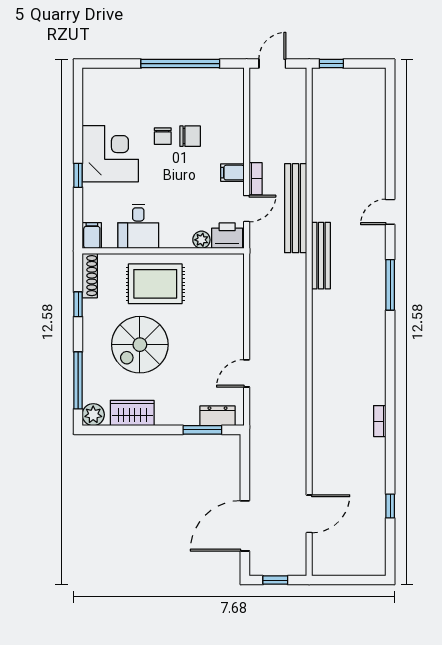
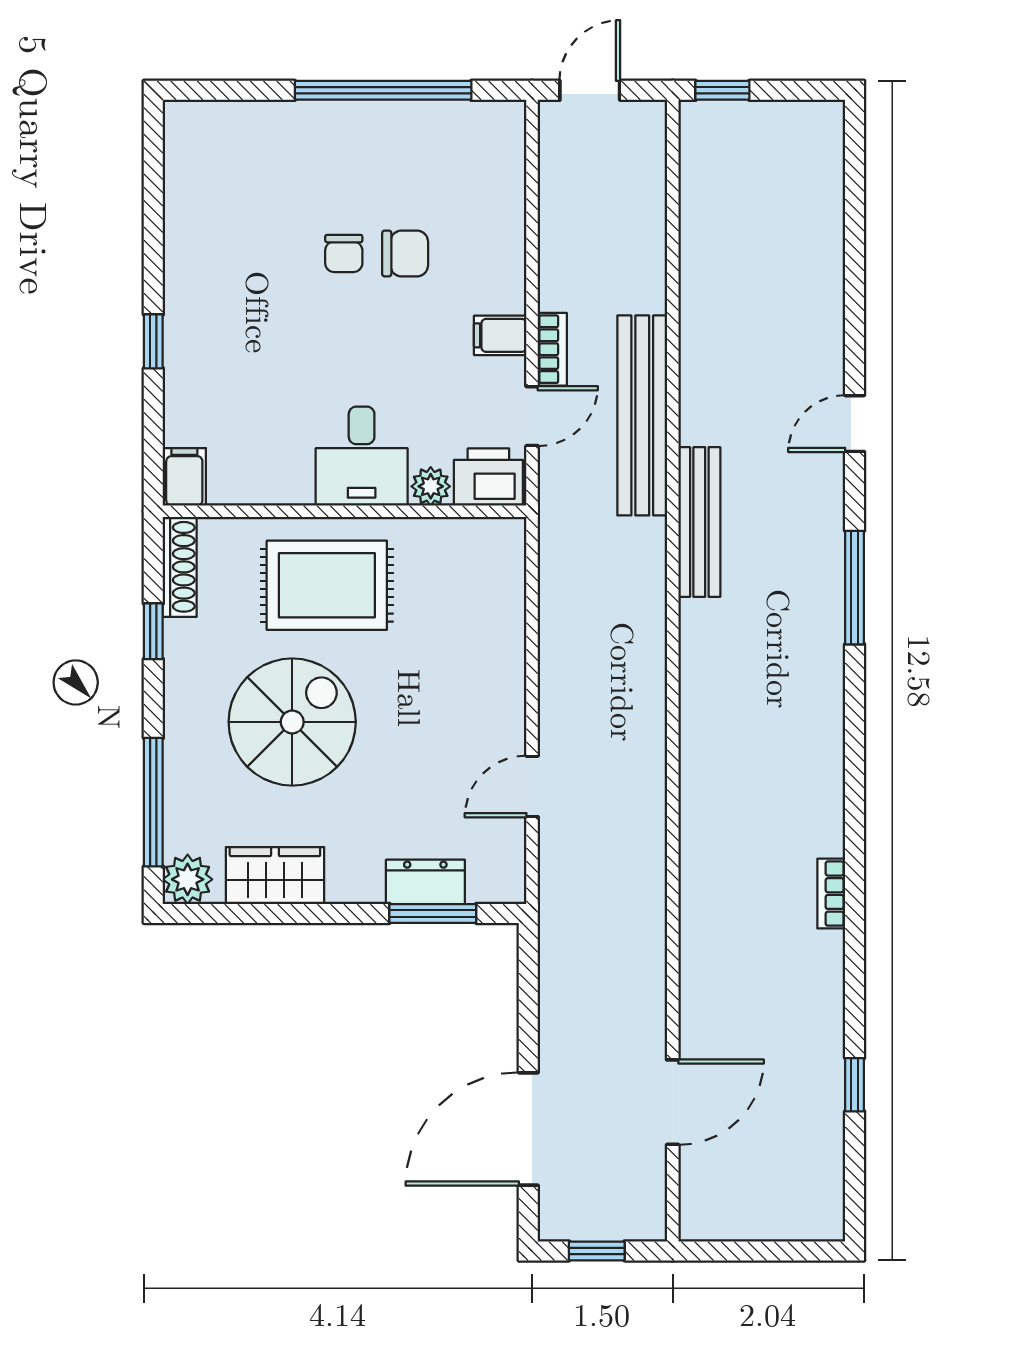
corner desk: (110, 154) -> (226, 293), removed
desk: (138, 226) -> (362, 456), moved
spiral stairs: (140, 345) -> (292, 722), turned 180
dresser: (218, 416) -> (425, 882), moved

